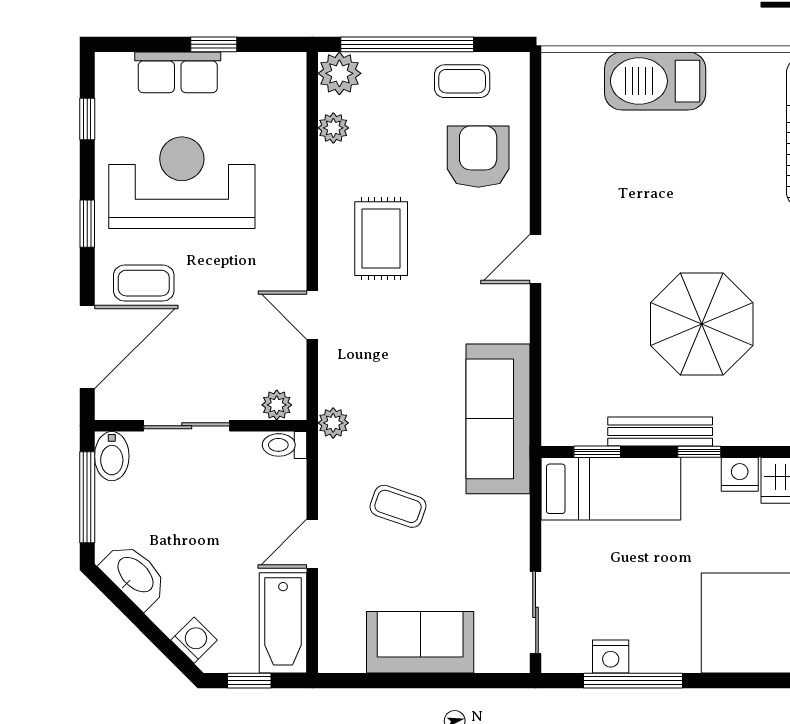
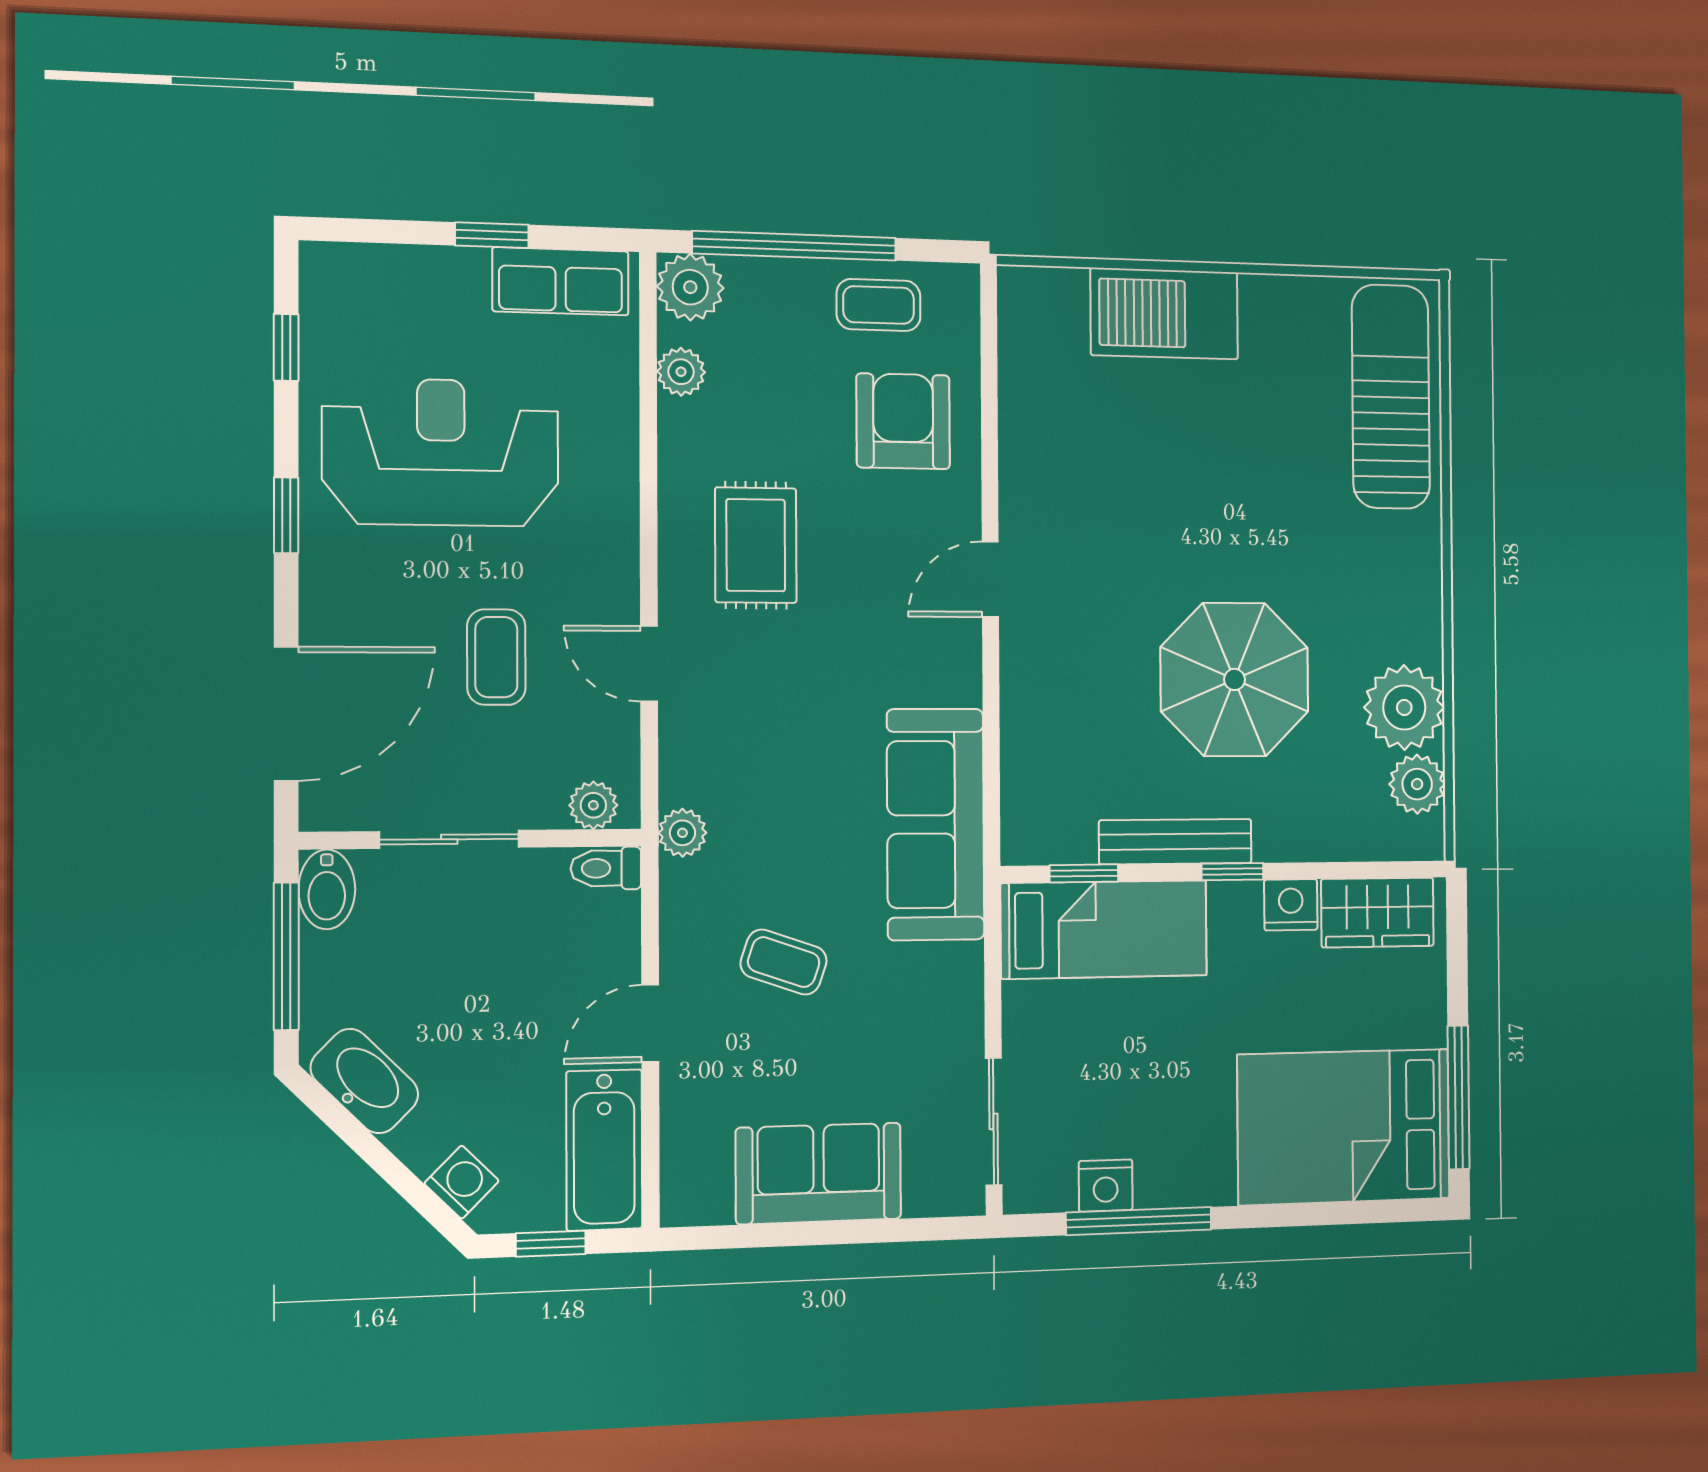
row of seats: (178, 72) -> (561, 281), moved
coffee table: (144, 283) -> (496, 657), moved, turned 90

